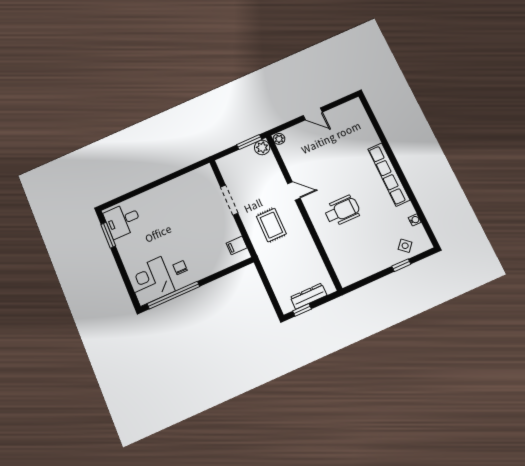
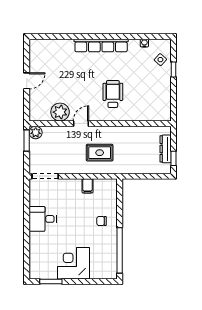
plant: (279, 139) -> (60, 112), moved, width x1.87, depth x1.87
doorway: (229, 200) -> (45, 176), moved
desk: (123, 220) -> (43, 219), moved, turned 90
filing cabinet: (237, 245) -> (87, 186), moved
chair: (180, 268) -> (102, 221), moved
corner desk: (151, 281) -> (73, 263), moved, turned 90

